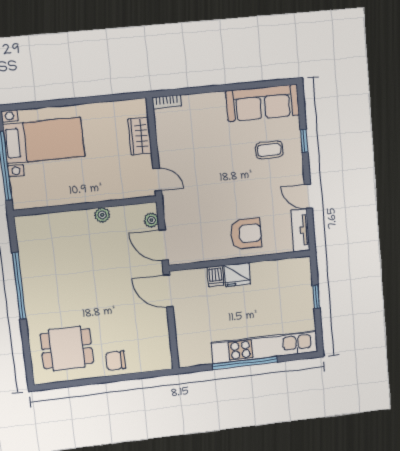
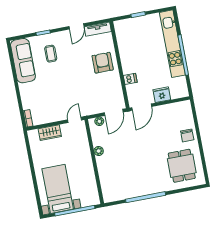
fridge: (237, 275) -> (162, 95), moved, turned -90

